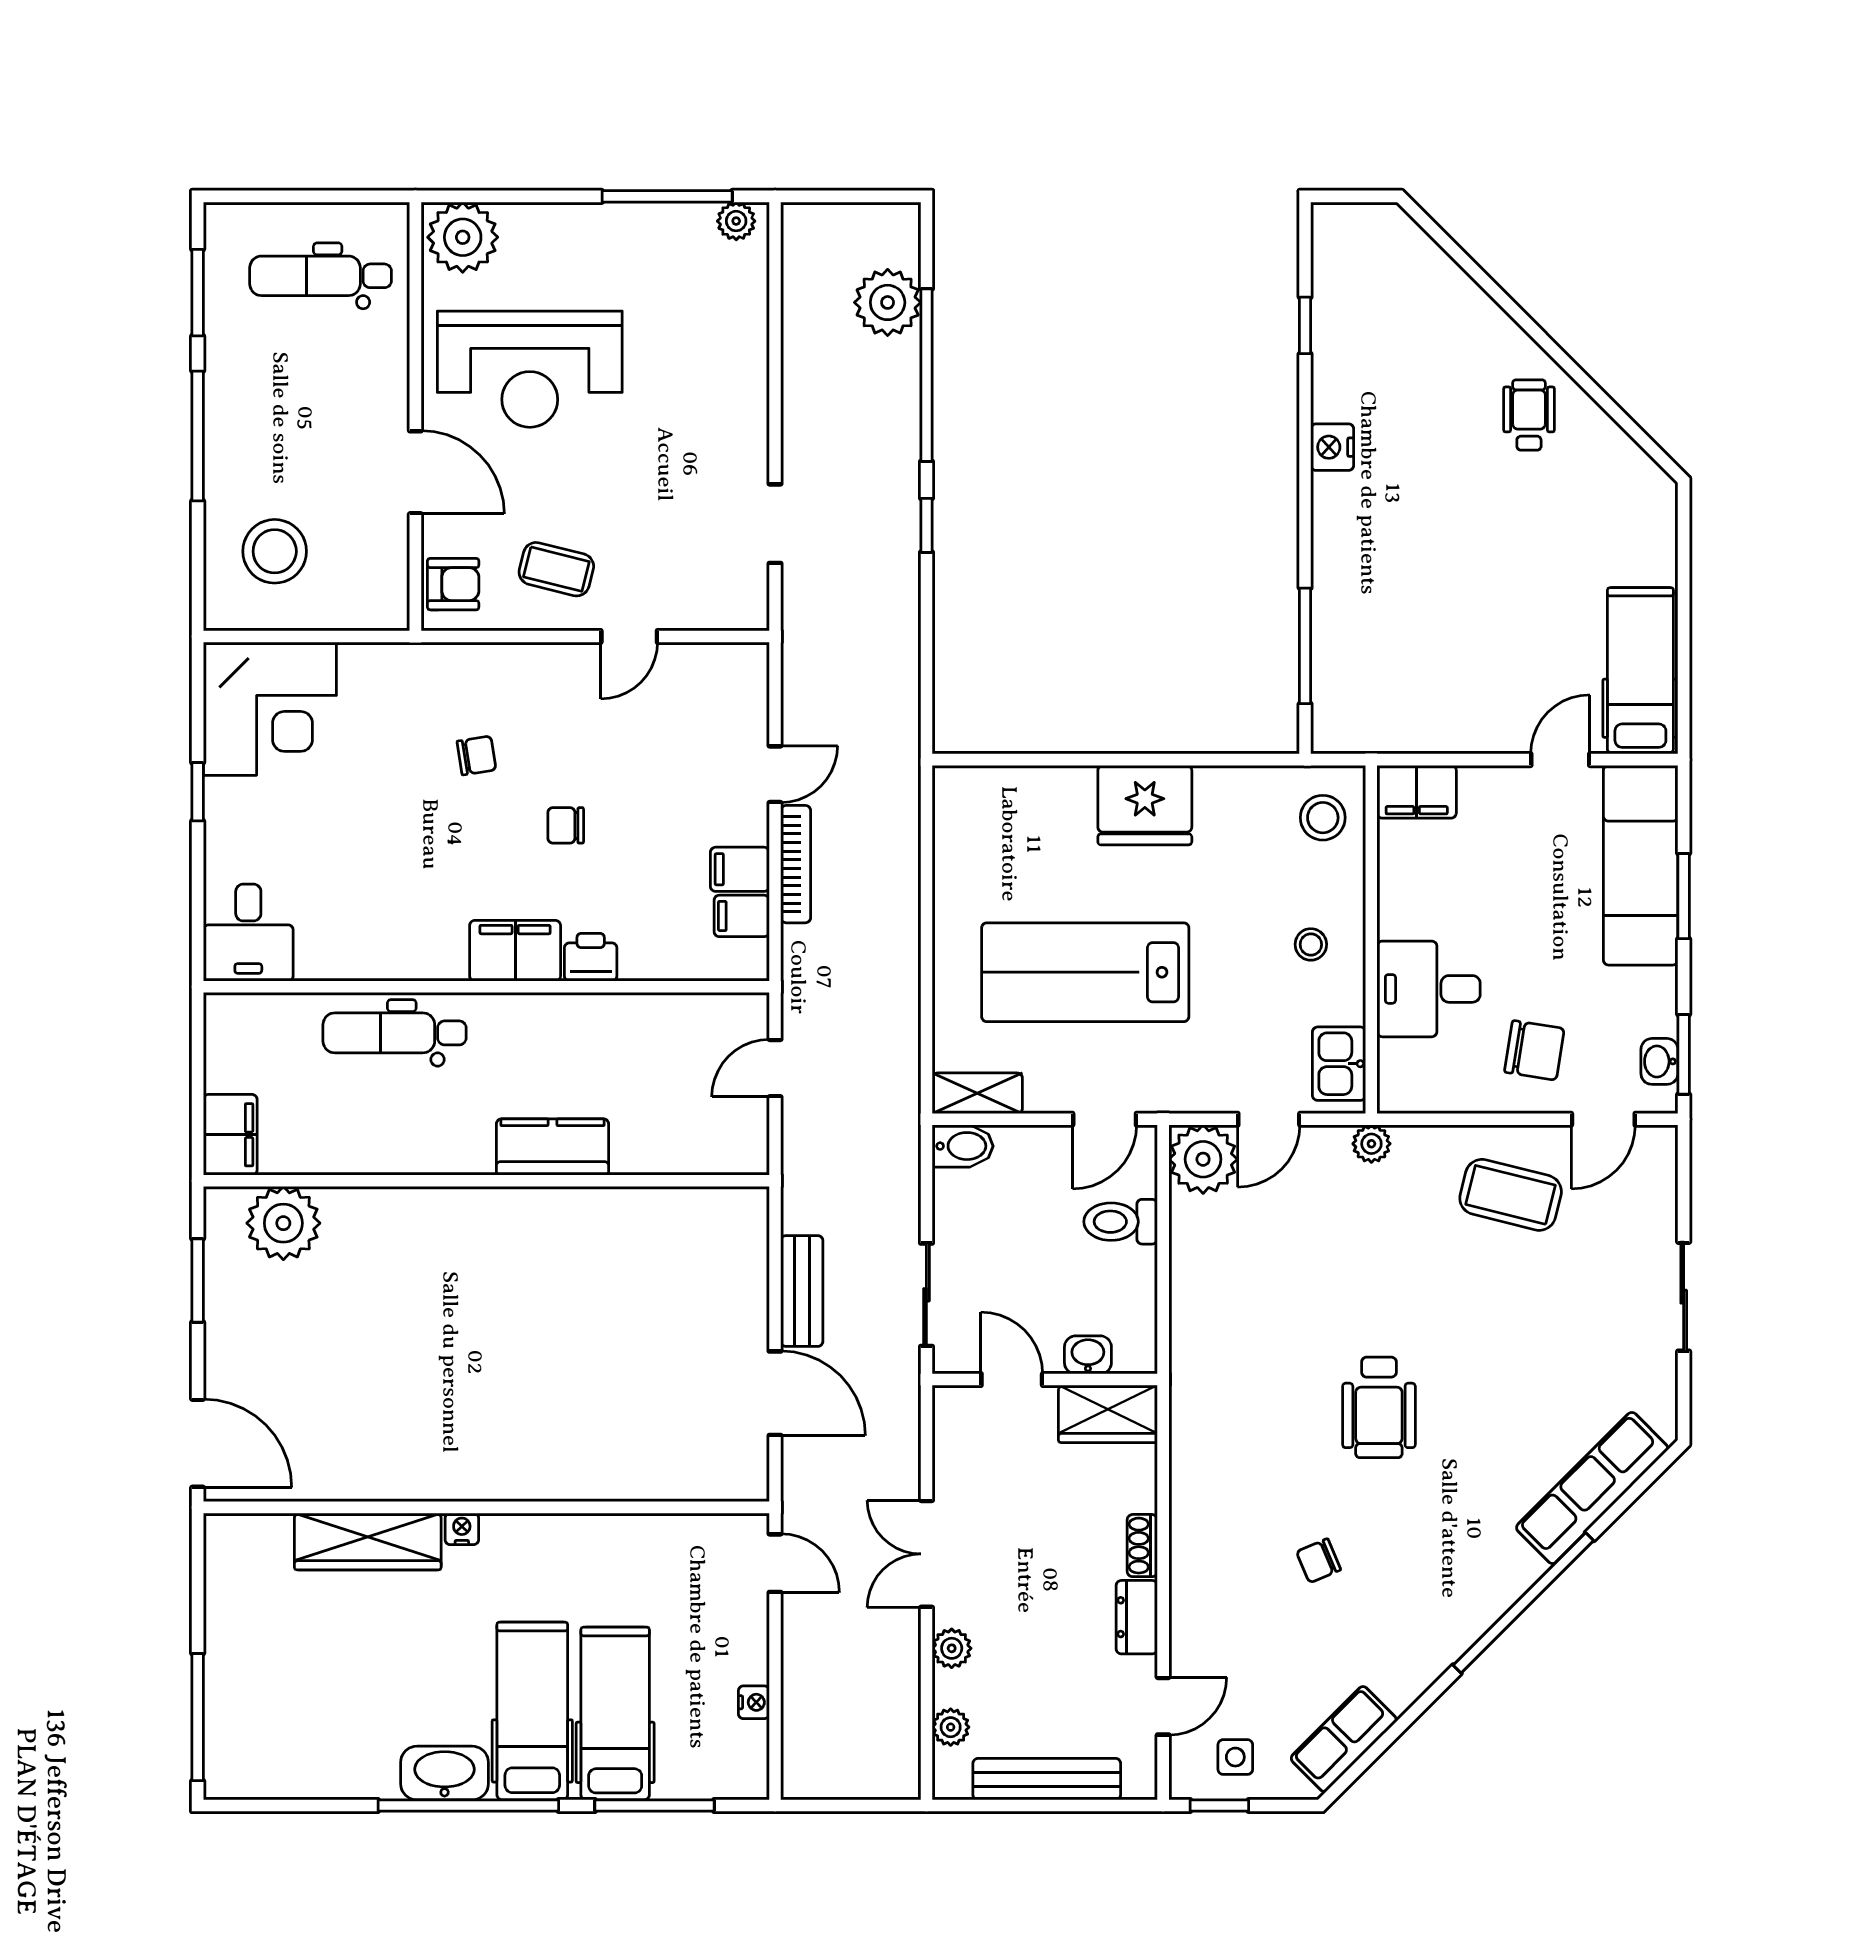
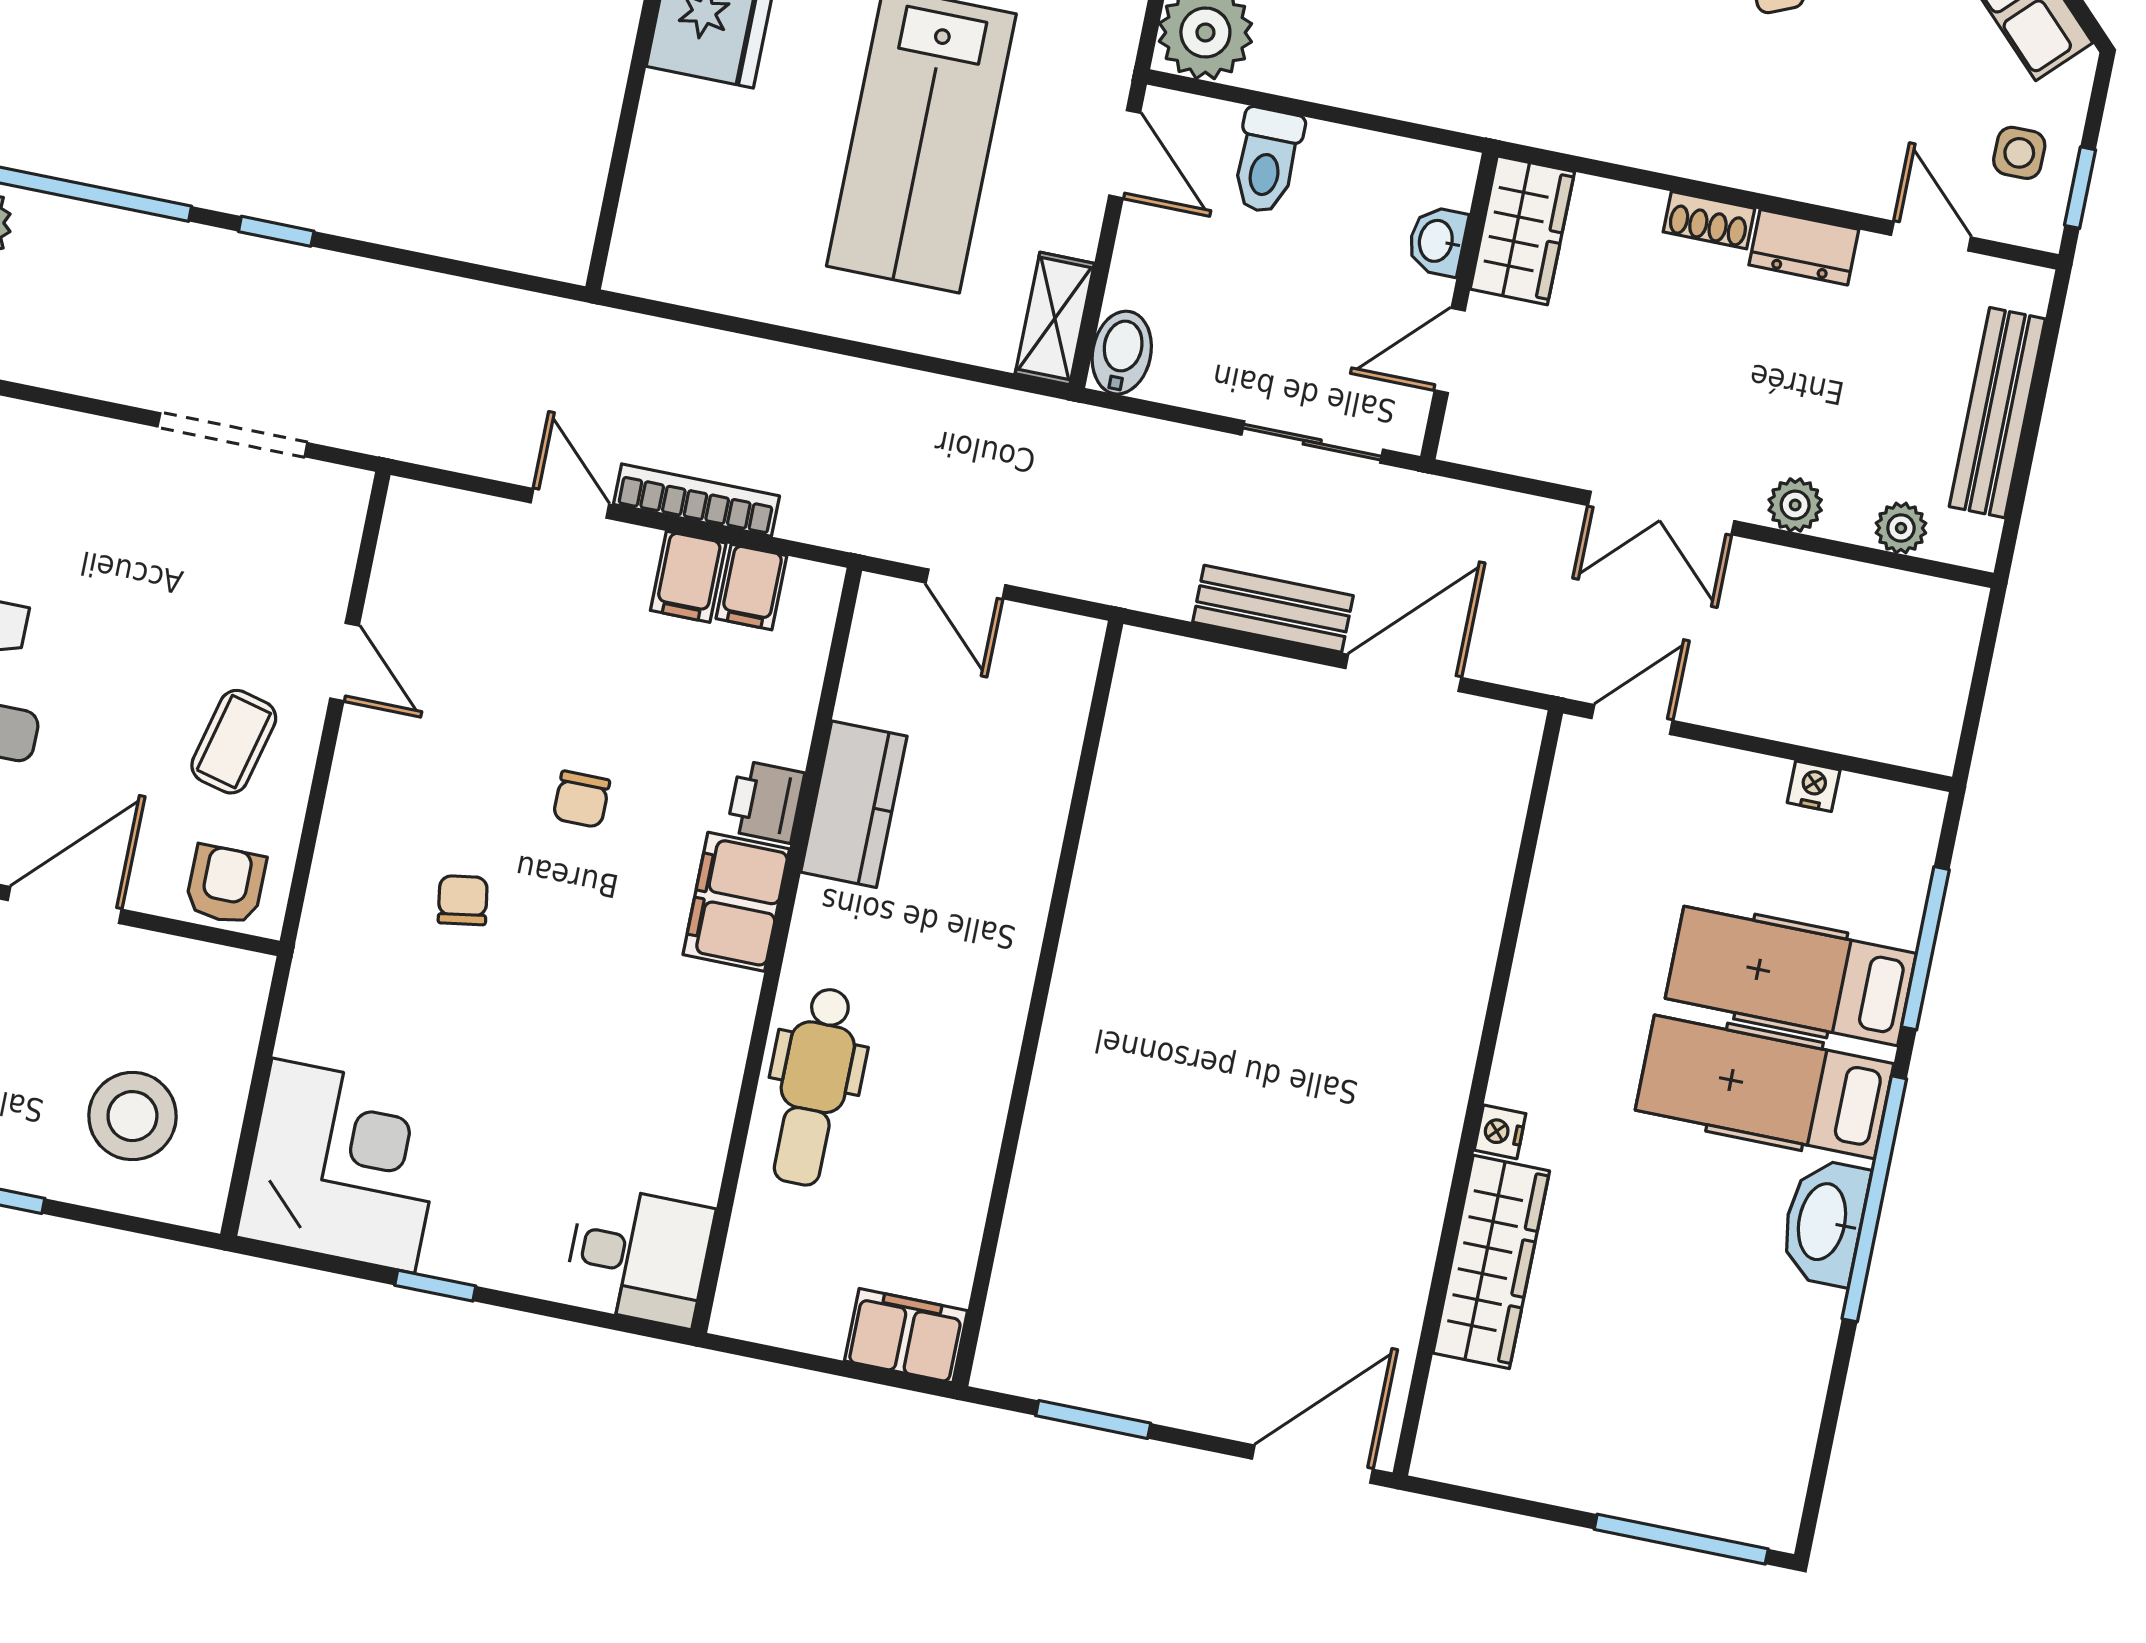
doorway: (775, 524) -> (232, 435), width x1.38
kitchen counter: (553, 1147) -> (854, 804), moved, turned 180
plant: (283, 1223) -> (1040, 1288), removed

